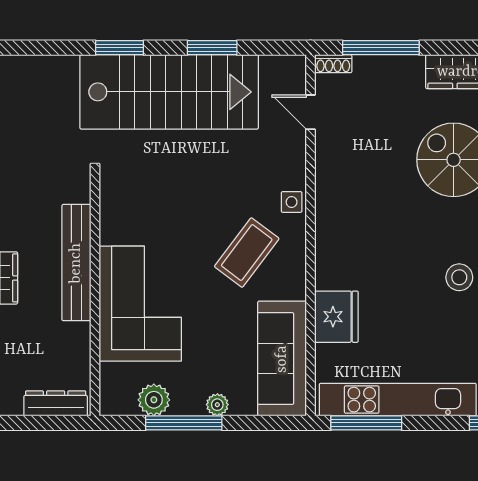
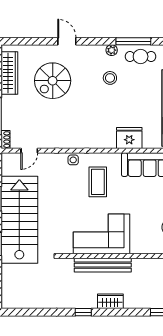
coffee table: (247, 252) -> (98, 182), turned 53
corner sofa: (140, 304) -> (102, 234), moved

